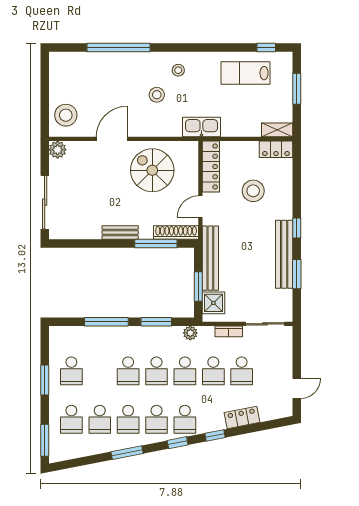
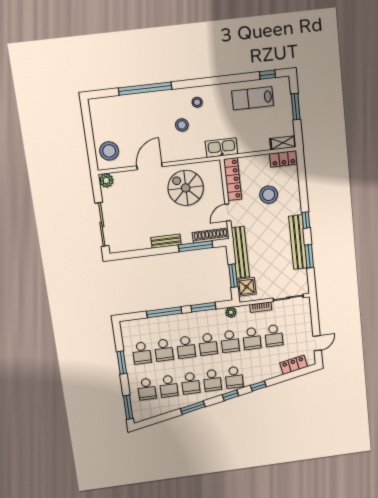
school desk: (100, 371) -> (164, 350), added
locker: (242, 417) -> (294, 365), moved

